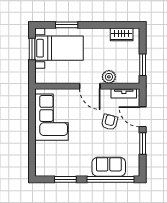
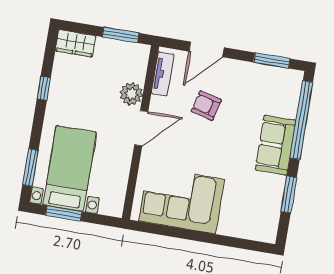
window: (67, 25) -> (30, 167), moved
window: (104, 25) -> (44, 88), added
wardrobe: (122, 34) -> (75, 43), moved, turned 90
window: (143, 144) -> (272, 60), moved
sofa: (109, 167) -> (276, 145), moved

